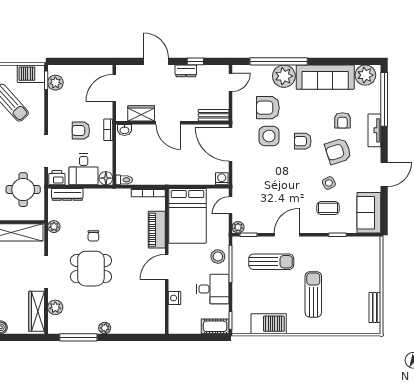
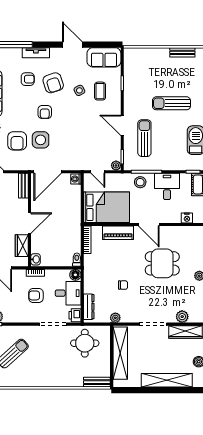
armchair: (81, 131) -> (36, 295), turned 90
dining table: (91, 269) -> (162, 263), moved, turned 90
nightstand: (175, 298) -> (187, 218), moved

